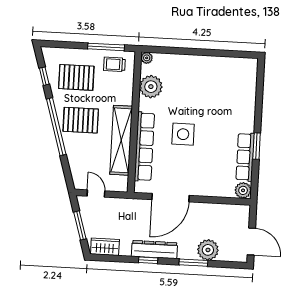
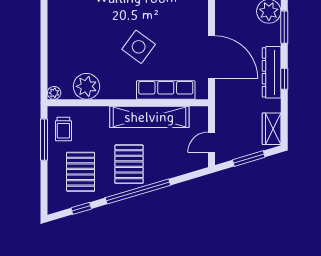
side table: (183, 134) -> (139, 47), turned 36
row of seats: (144, 147) -> (166, 90), width x0.73

